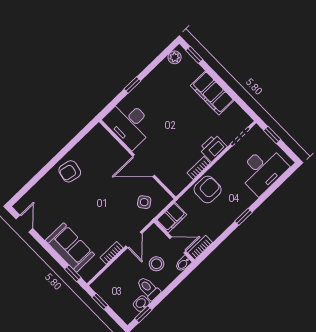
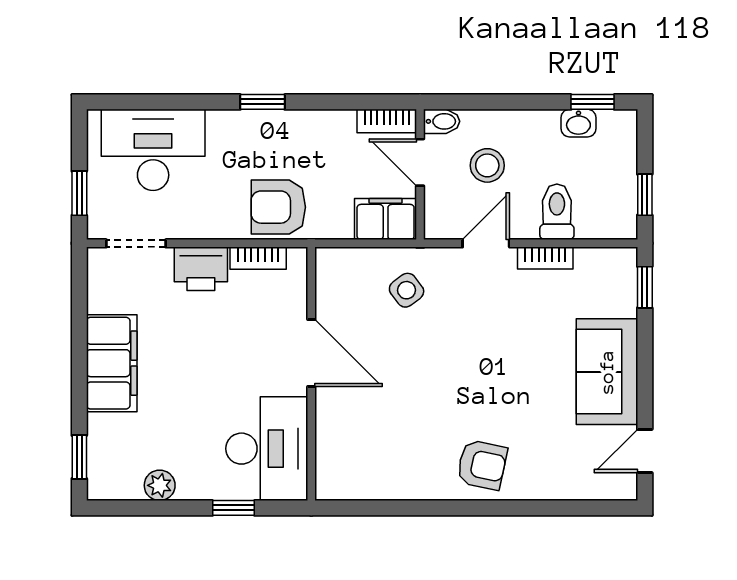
plant: (175, 57) -> (160, 485), moved
desk: (129, 123) -> (267, 449), moved
wall: (137, 159) -> (311, 374), moved
door: (144, 166) -> (311, 353), moved
sofa: (70, 248) -> (607, 372), moved
toilet: (148, 288) -> (557, 212), moved, turned 180

